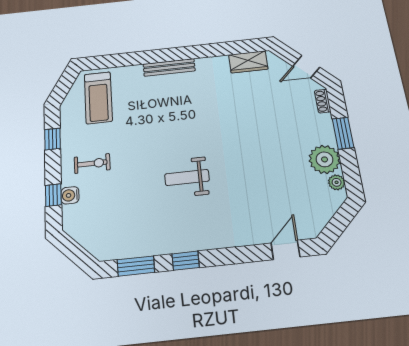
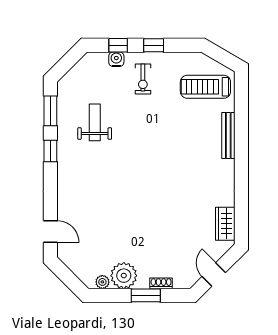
bench: (169, 67) -> (228, 135), moved
shoe rack: (323, 101) -> (161, 283), moved
window: (53, 139) -> (154, 45), moved
weight bench: (187, 177) -> (95, 122), moved

